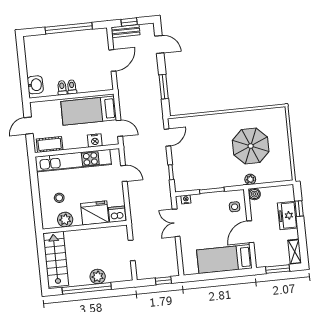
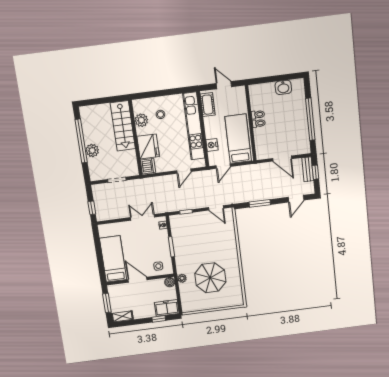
washbasin: (35, 85) -> (283, 87), moved
freezer: (288, 216) -> (167, 308), moved
stairs: (56, 259) -> (123, 126), moved, turned 90

